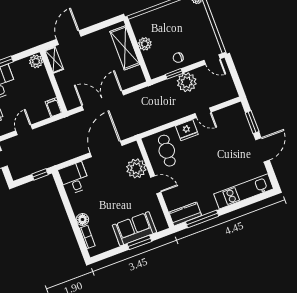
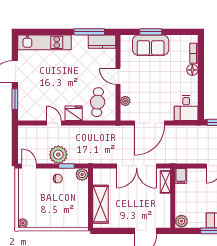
plant: (145, 44) -> (82, 174), moved
shelving: (54, 60) -> (165, 182), moved
plant: (136, 168) -> (125, 101), width x0.53, depth x0.53

